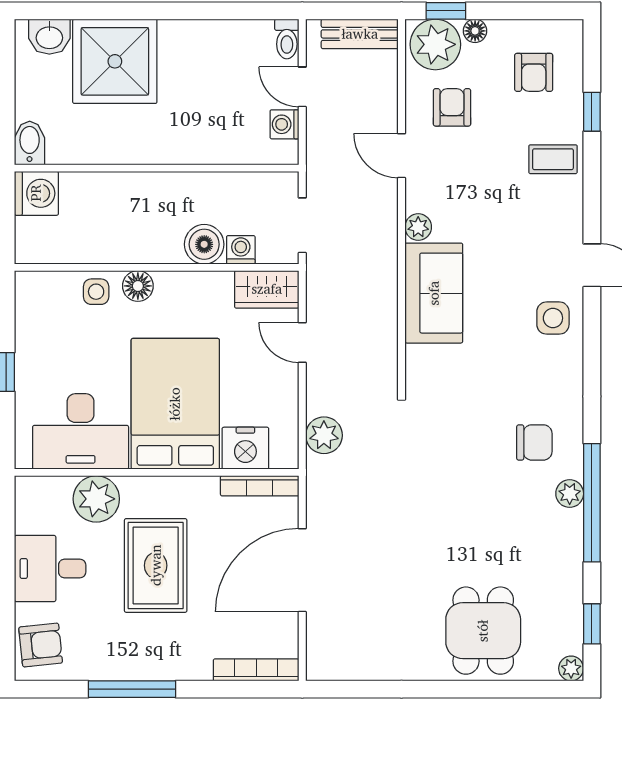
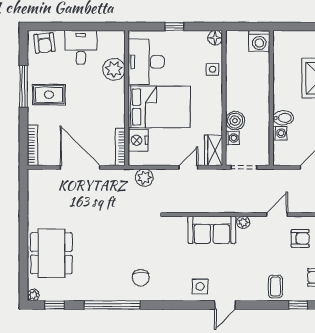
washing machine: (284, 124) -> (280, 133), moved, turned 90
bidet: (30, 143) -> (283, 118), moved
floor lamp: (138, 286) -> (215, 38), moved
plant: (570, 494) -> (117, 294), removed
rug: (156, 565) -> (49, 95), moved, width x0.73, depth x0.70
dining table: (483, 631) -> (51, 253), width x1.38

